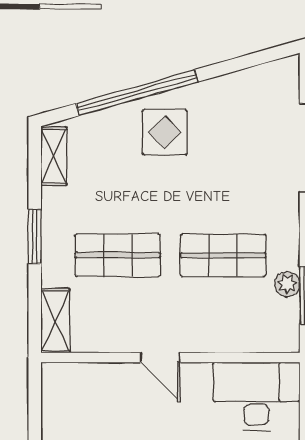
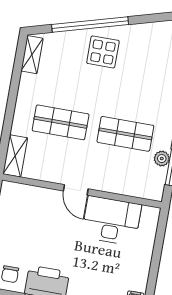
window: (35, 237) -> (12, 102), removed
desk: (256, 396) -> (111, 221), moved

